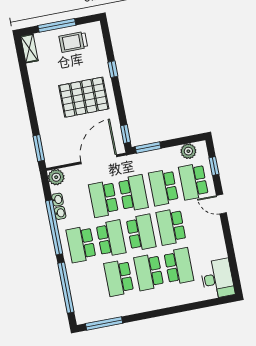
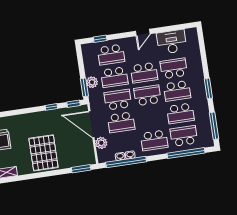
window: (113, 69) -> (51, 107), moved
pallet: (84, 97) -> (43, 153), moved
plant: (188, 151) -> (92, 82), moved
plant: (56, 177) -> (101, 143), moved
door: (221, 204) -> (143, 32), moved
window: (54, 227) -> (126, 162), moved
school desk: (111, 238) -> (184, 136), moved
desk: (217, 279) -> (172, 42), moved
window: (154, 314) -> (208, 88), added

